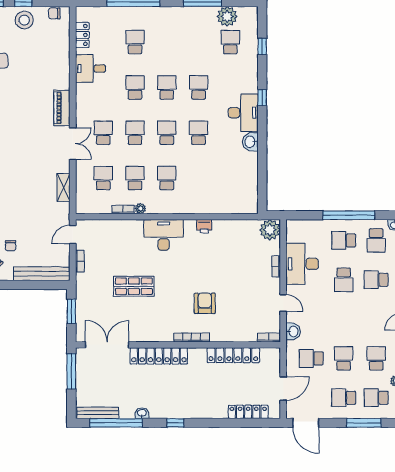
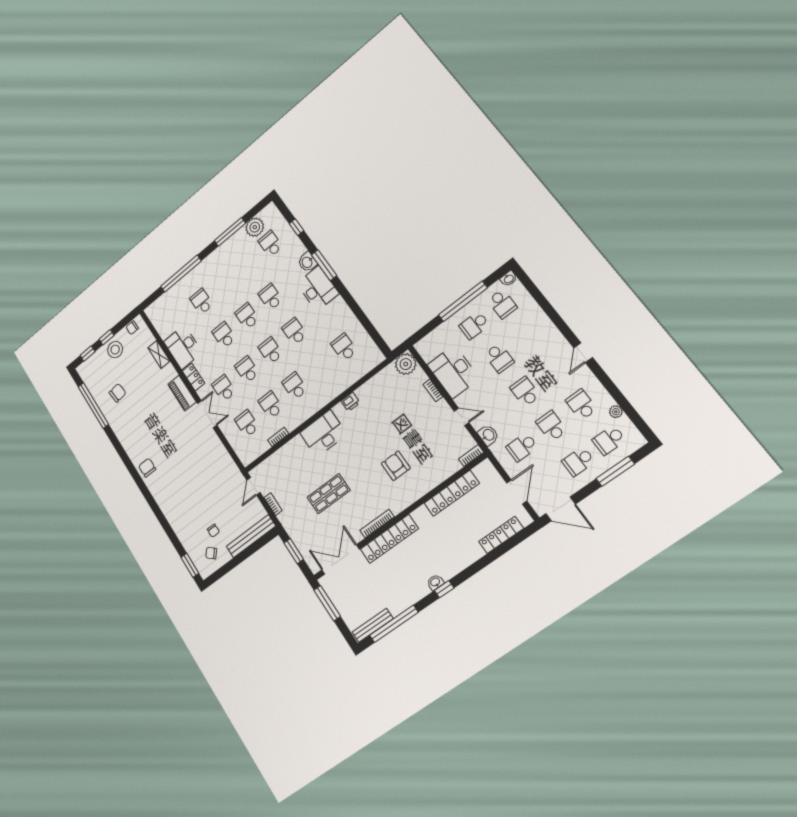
locker: (82, 35) -> (193, 377), moved
desk: (91, 69) -> (183, 347), width x1.37
window: (262, 98) -> (324, 265), width x2.17
washbasin: (250, 142) -> (307, 262), moved
school desk: (230, 178) -> (344, 347), added
shelving: (64, 187) -> (159, 354), moved
plant: (140, 208) -> (291, 426), removed
school desk: (376, 280) -> (525, 392), moved, turned 90
bookcase: (192, 337) -> (377, 524), moved
washbasin: (142, 413) -> (435, 582), moved

